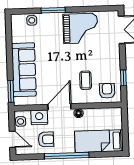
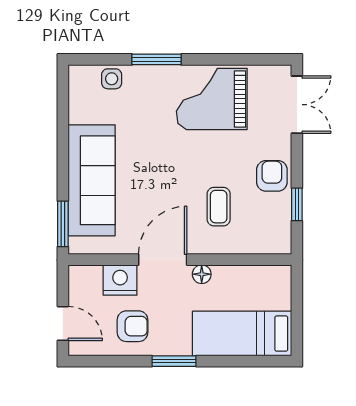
grand piano: (80, 28) -> (212, 99), turned 180
armchair: (107, 91) -> (272, 176), moved
side table: (21, 121) -> (81, 287), removed
window: (67, 156) -> (174, 361), width x0.47

